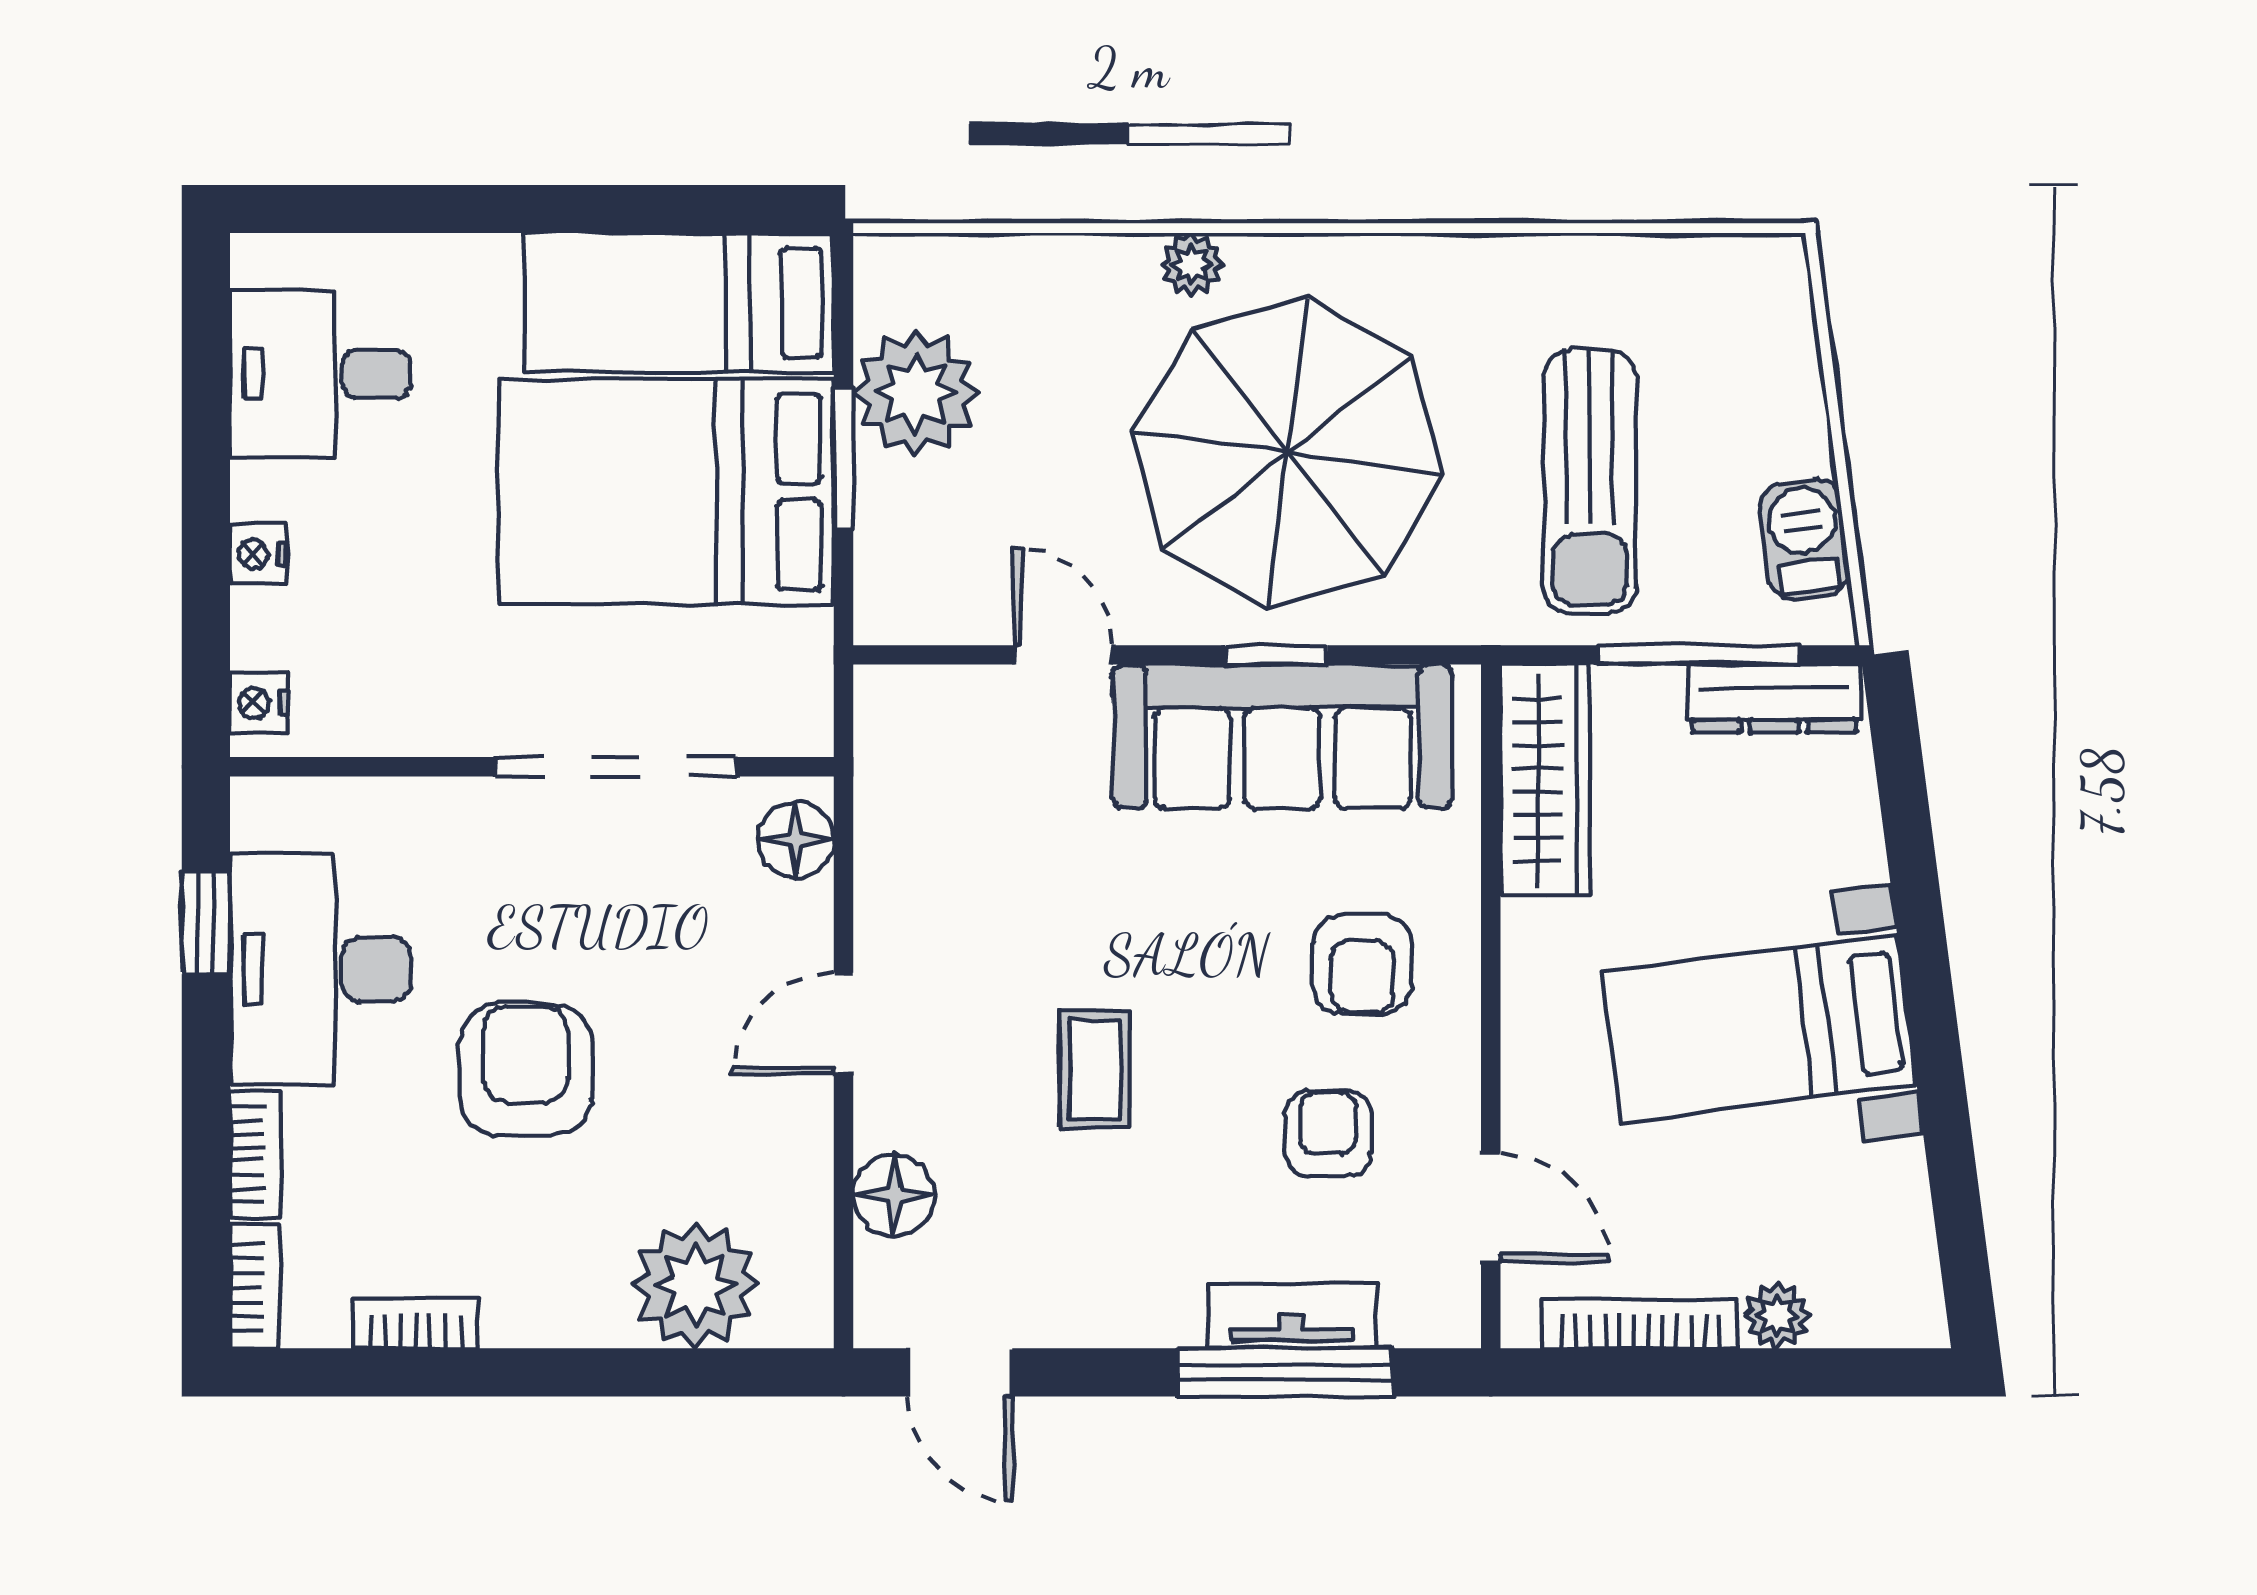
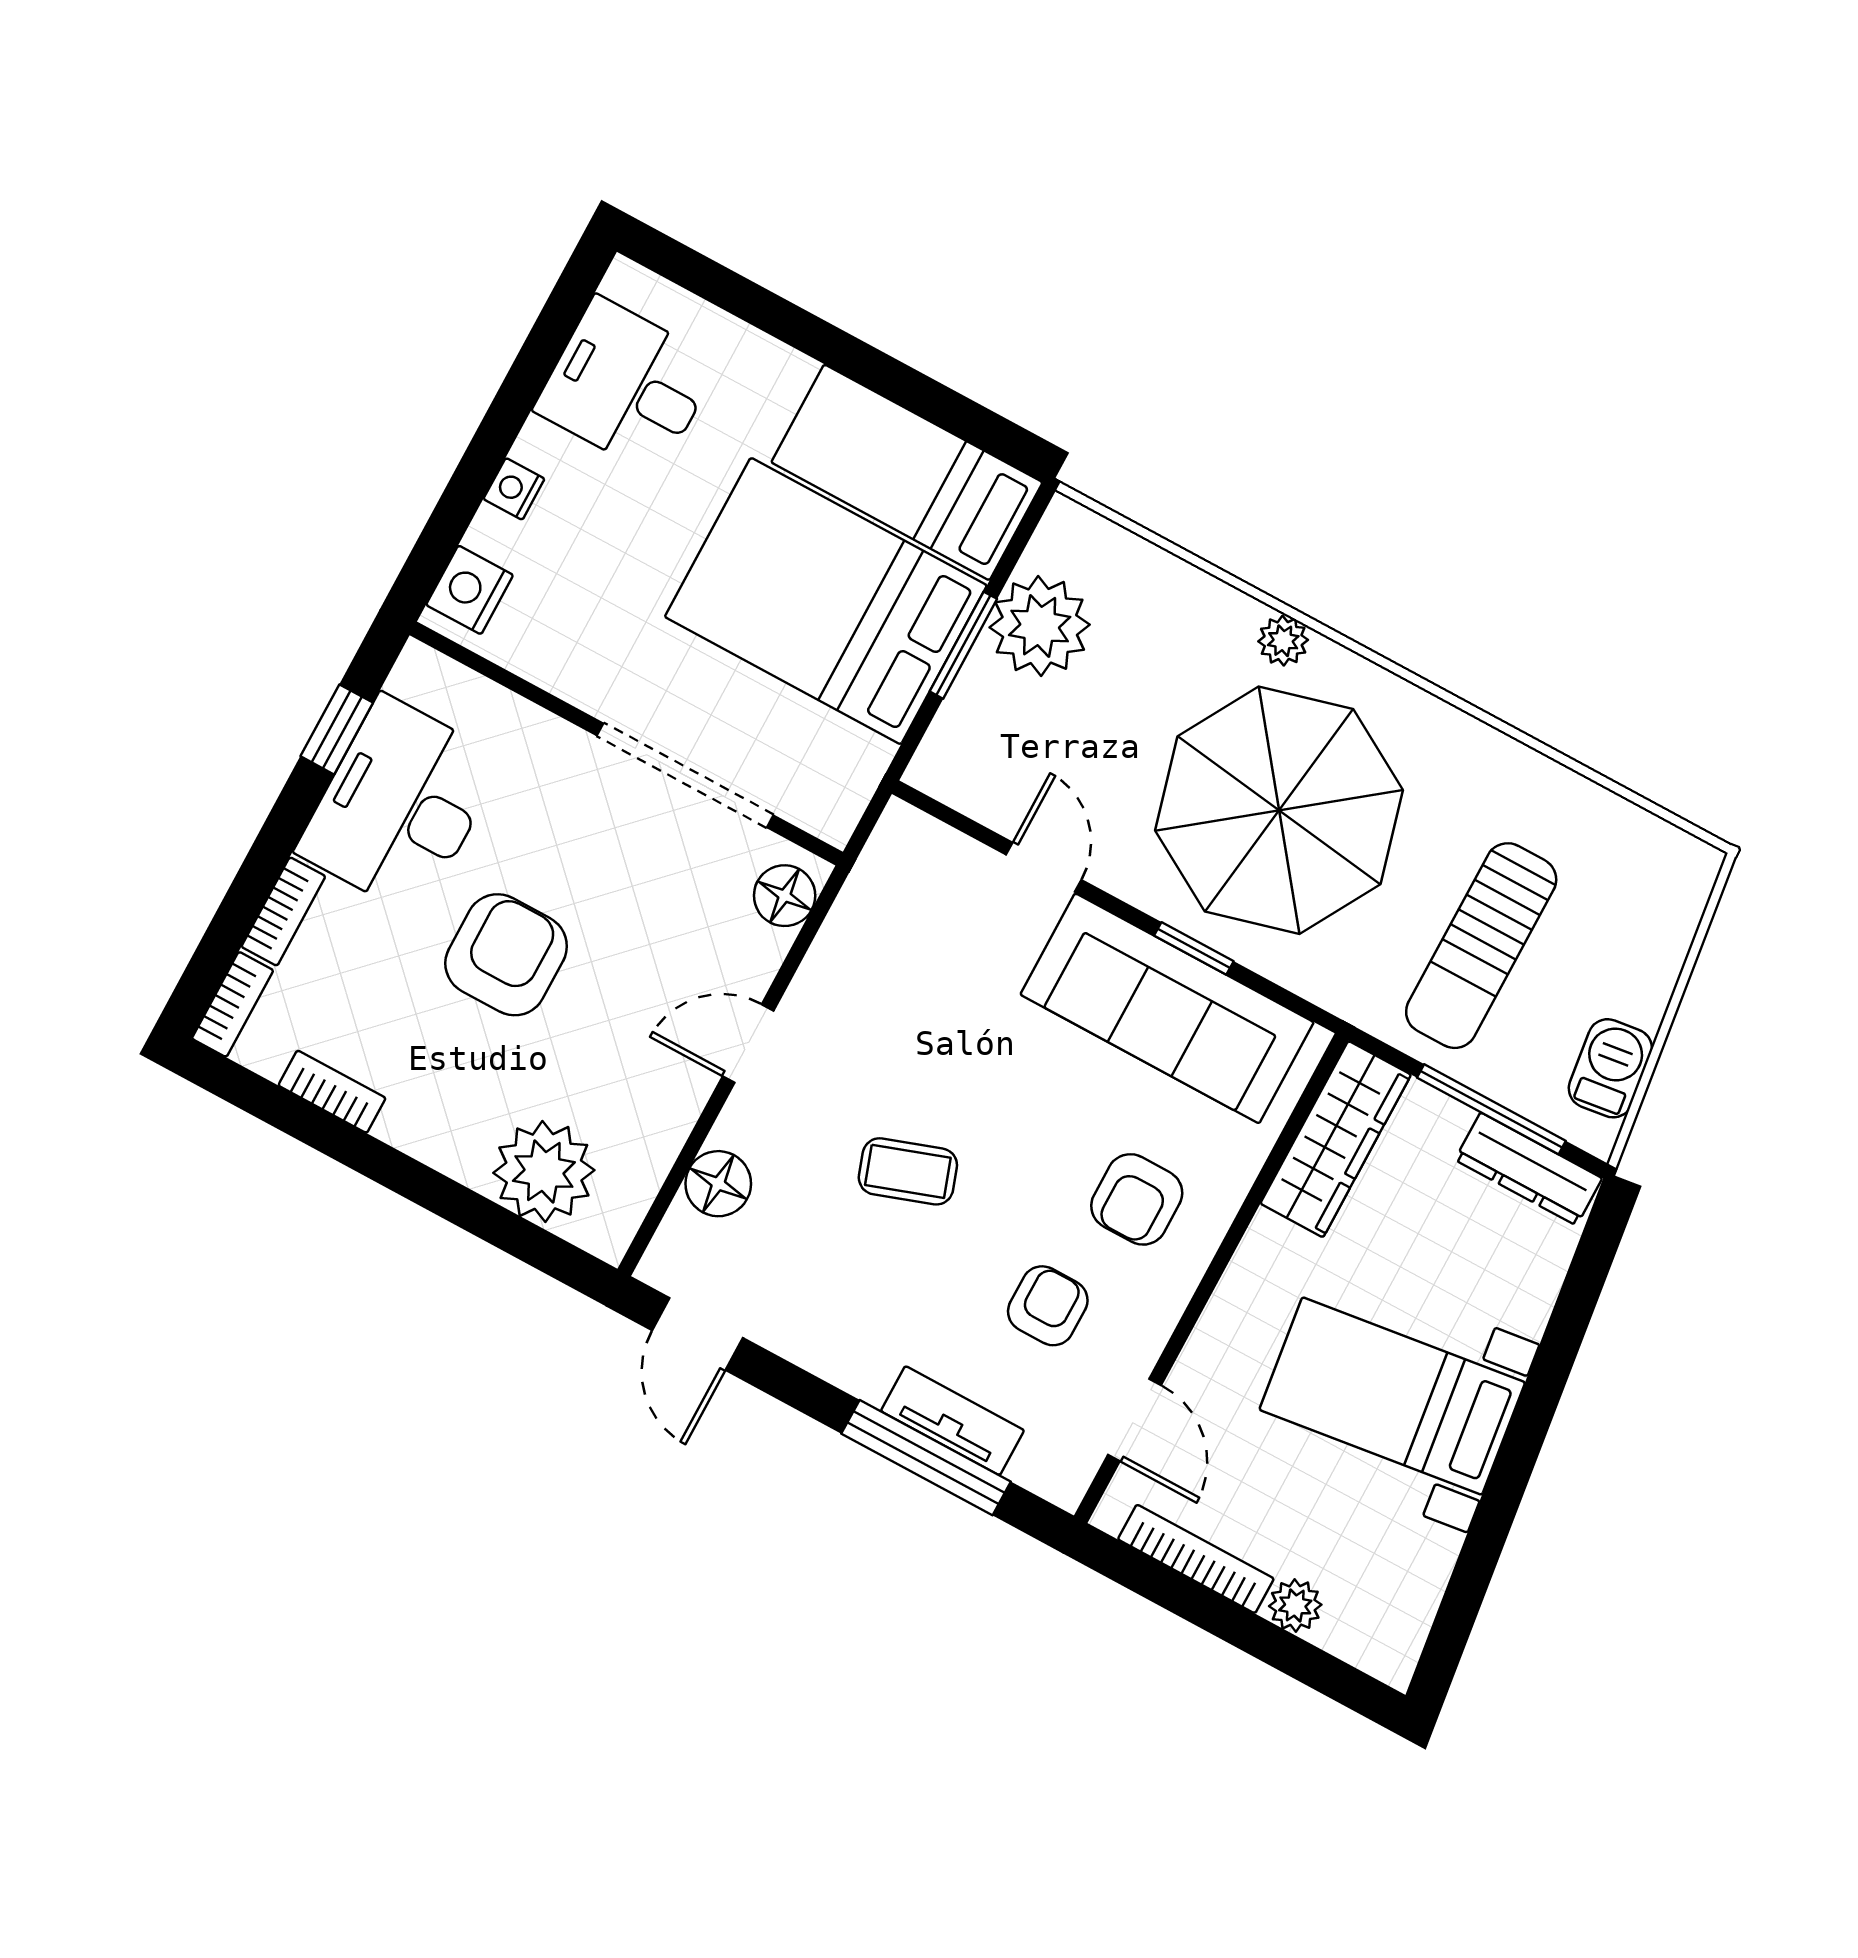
nightstand: (259, 703) -> (470, 590), width x1.39, depth x1.35
coffee table: (1095, 1069) -> (908, 1171), turned 71

